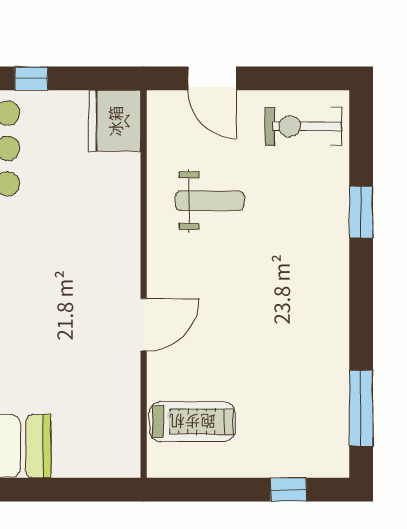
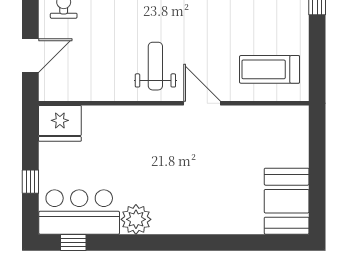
weight bench: (210, 201) -> (155, 66), moved
treadmill: (192, 422) -> (270, 69), turned -90

